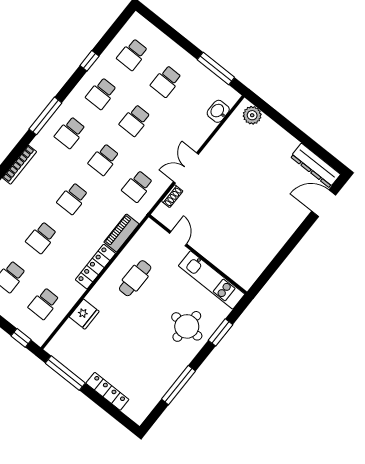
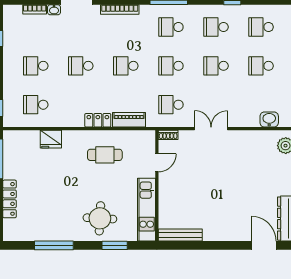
shoe rack: (172, 196) -> (168, 135), moved
locker: (95, 267) -> (98, 120), width x0.66
bench: (257, 268) -> (180, 235), added

